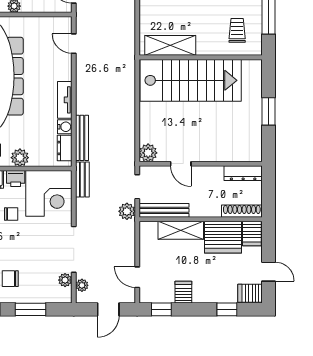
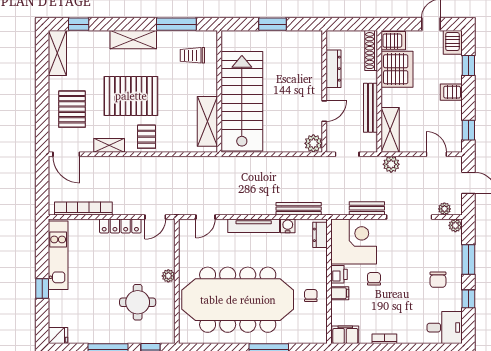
tv unit: (65, 100) -> (254, 226), width x1.41
dresser: (65, 148) -> (320, 235), moved, turned 90
plant: (20, 158) -> (318, 270), removed
dresser: (243, 173) -> (334, 69), moved
bench: (82, 180) -> (367, 208), moved
bench: (164, 210) -> (370, 108), moved
plant: (127, 211) -> (391, 164), moved
shelving: (181, 230) -> (390, 130), moved
door: (137, 277) -> (436, 154), swing flipped
plant: (65, 280) -> (455, 225), moved
server rack: (183, 292) -> (451, 92), moved

